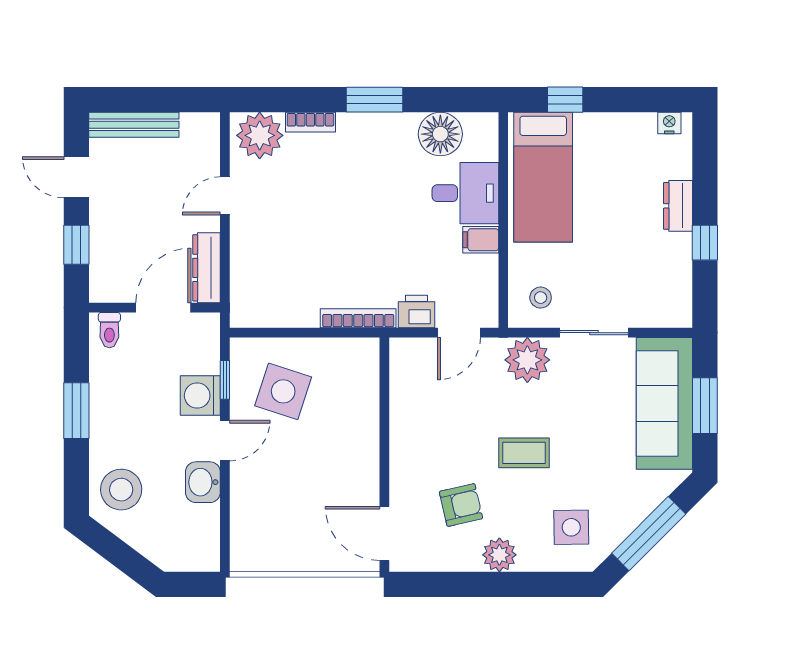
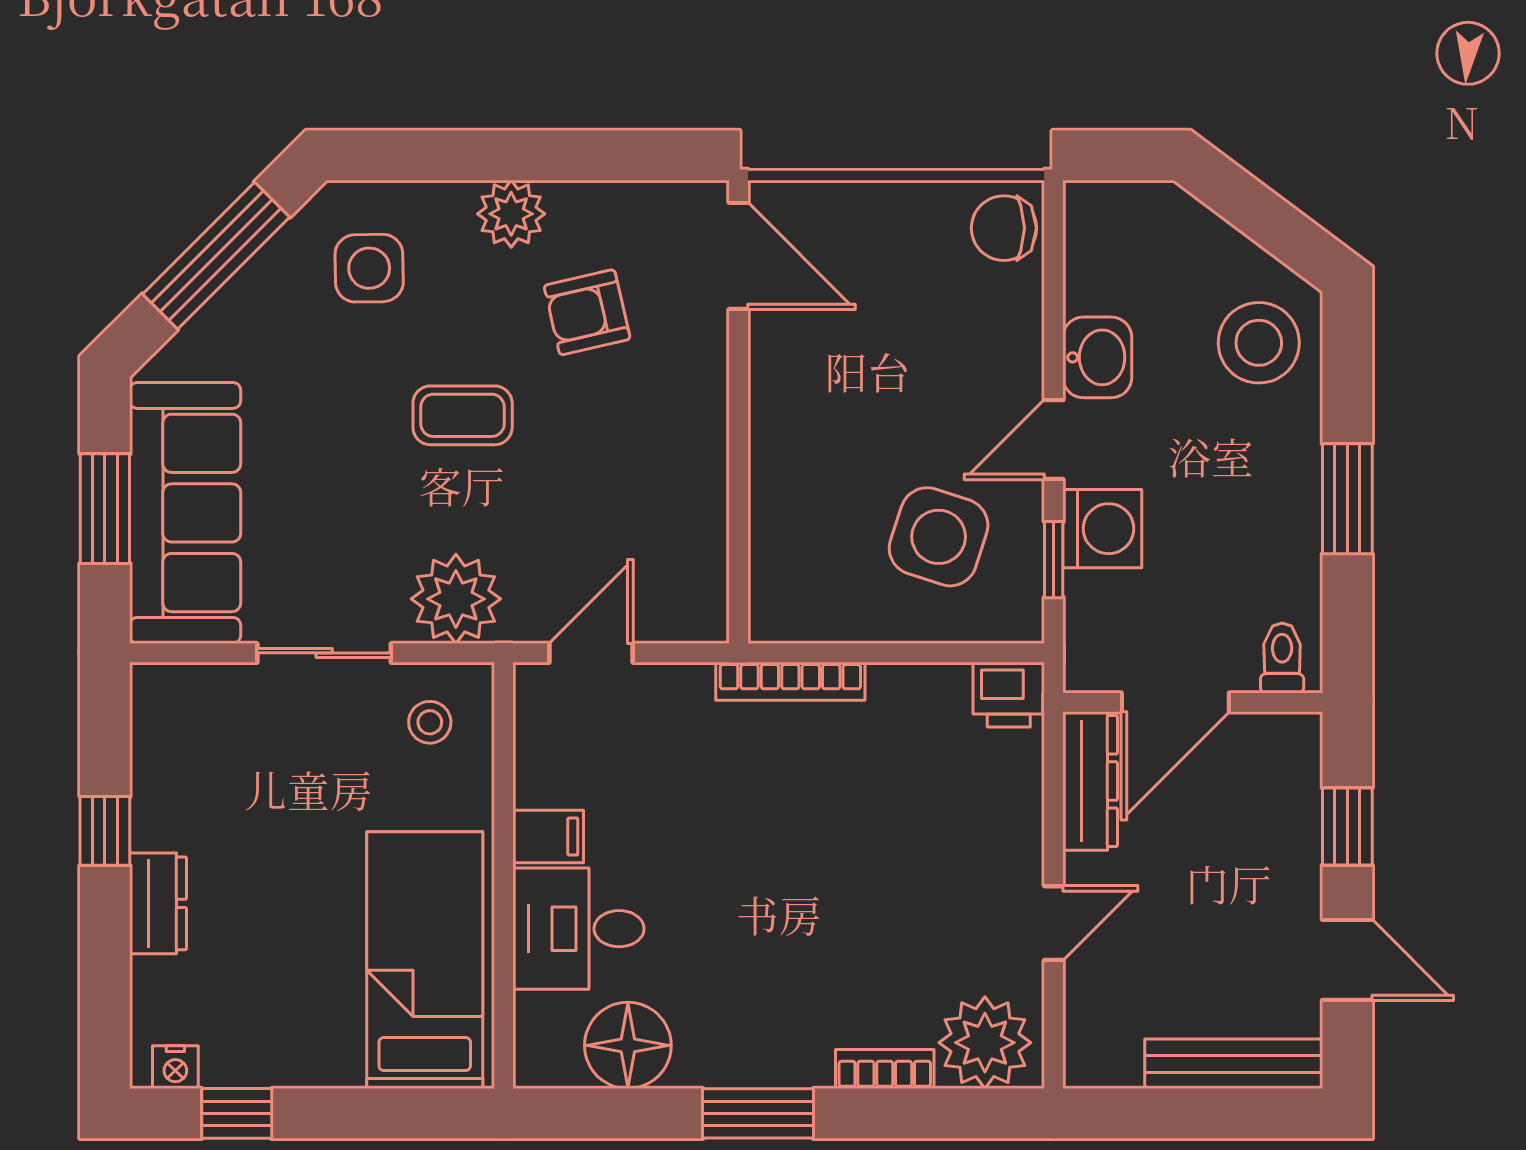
window: (565, 100) -> (237, 1113), moved
printer: (416, 312) -> (1009, 695), moved
chair: (250, 548) -> (1004, 228), added

